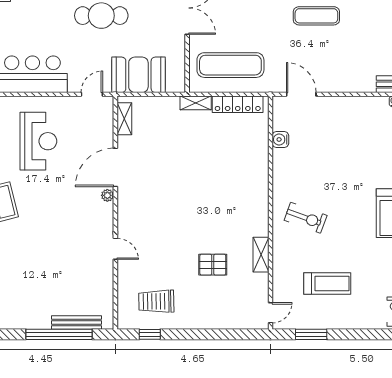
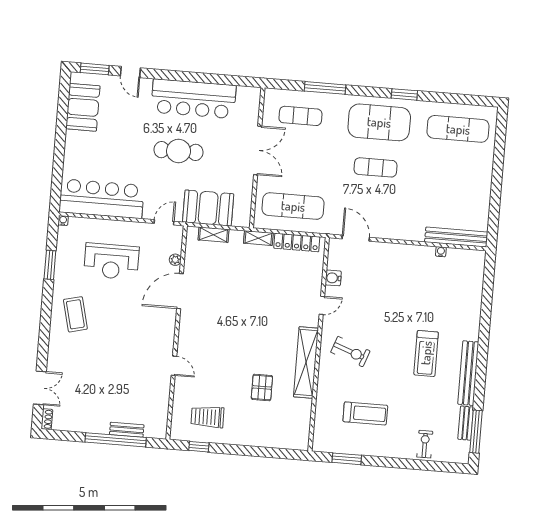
shelving: (124, 119) -> (214, 235), moved, turned 90
reception desk: (38, 141) -> (111, 261), turned 90
plant: (107, 195) -> (175, 260), moved
shelving: (261, 255) -> (306, 363), width x2.20, depth x1.33
pallet: (213, 265) -> (262, 387), turned 90
door: (271, 313) -> (322, 305), moved
bench: (77, 322) -> (127, 430), width x0.73

